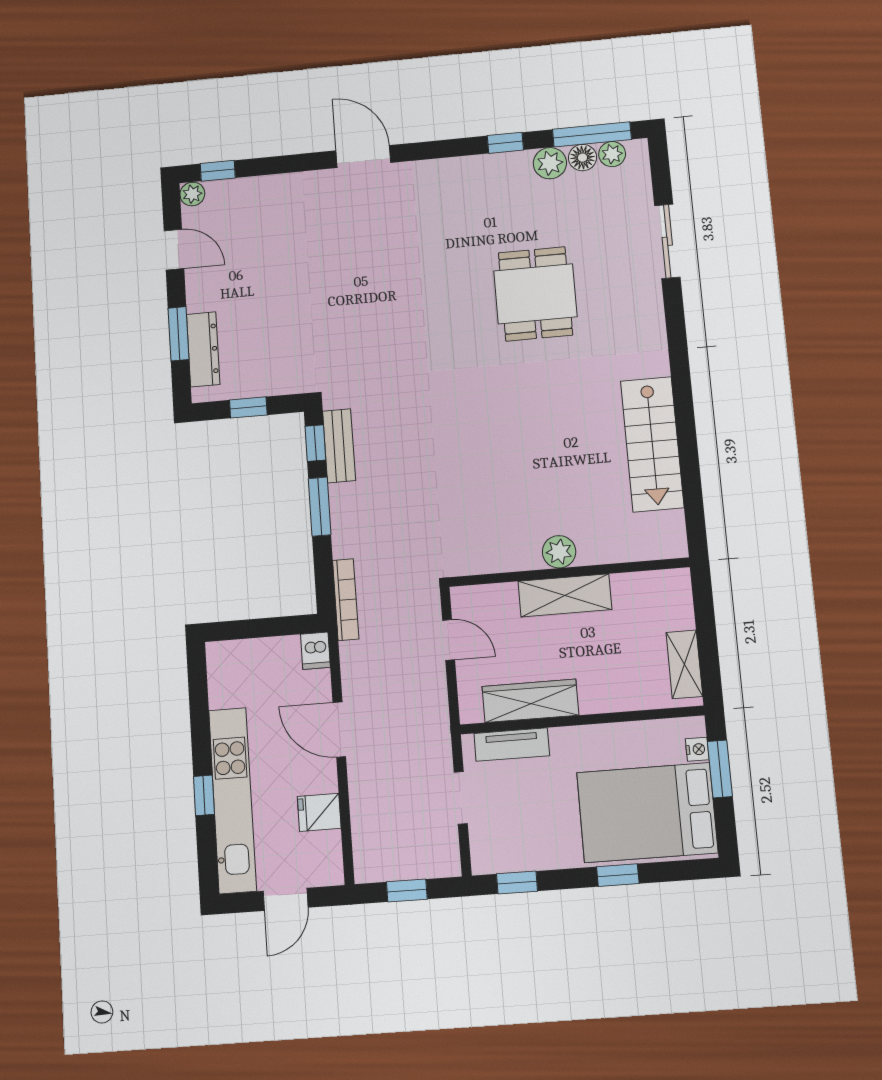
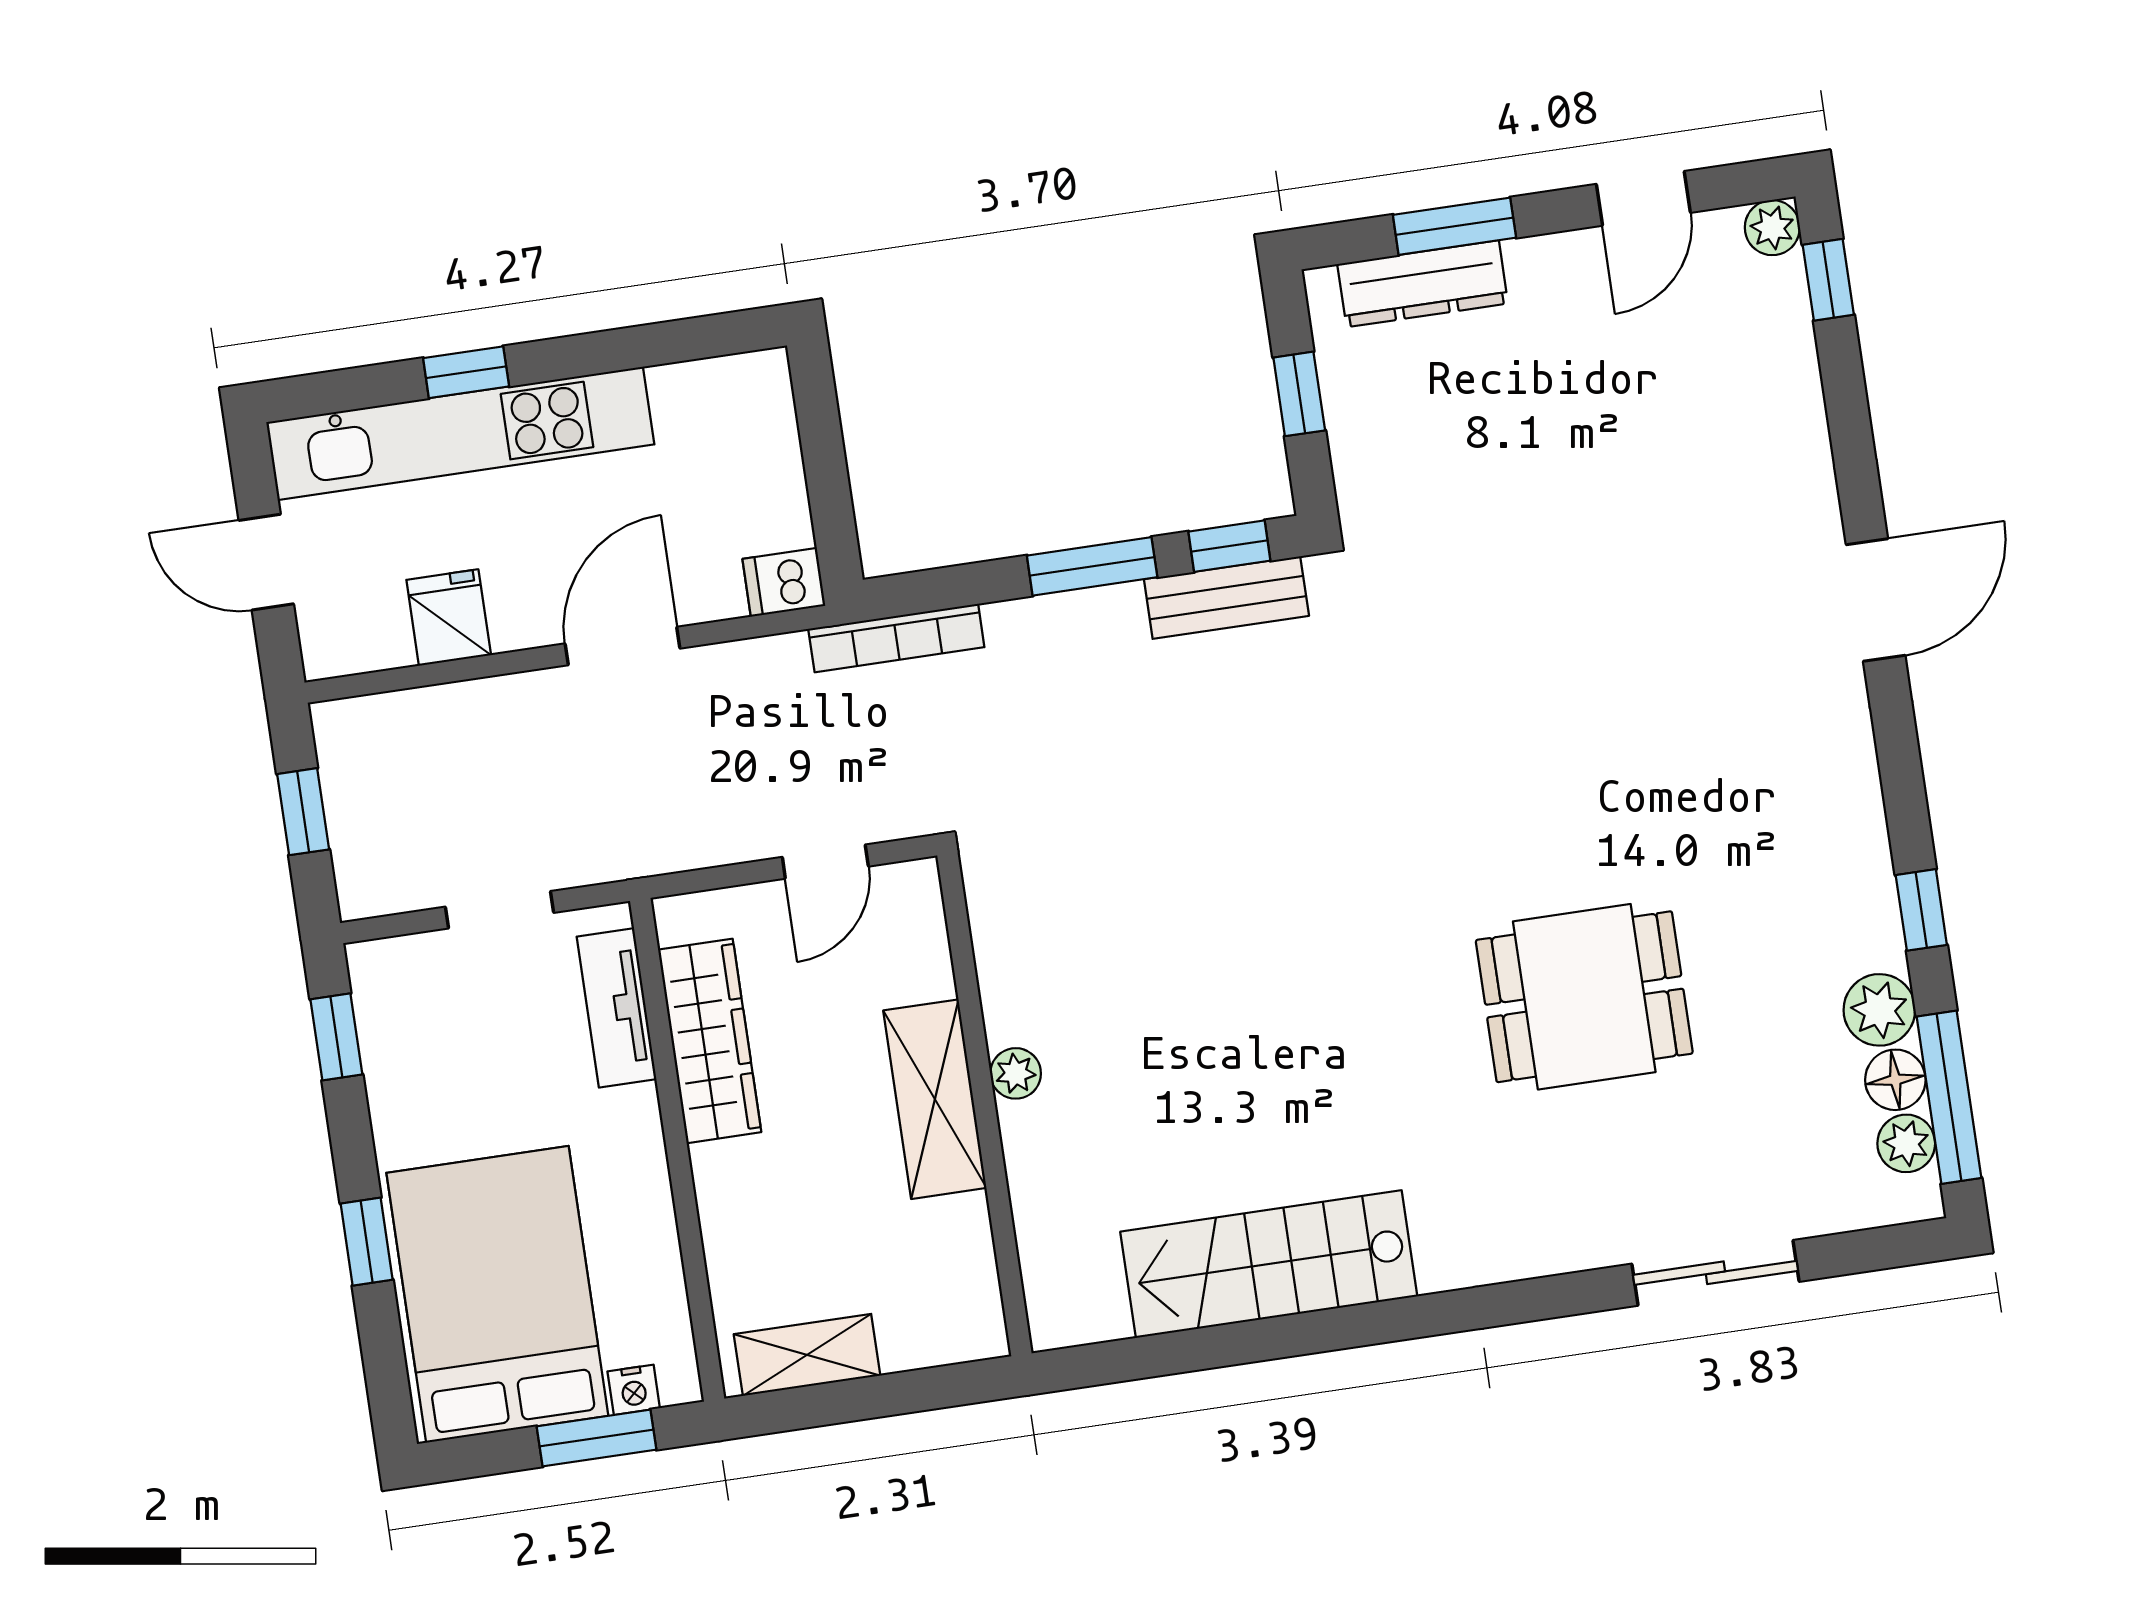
plant: (559, 552) -> (1016, 1073), width x0.73, depth x0.73

